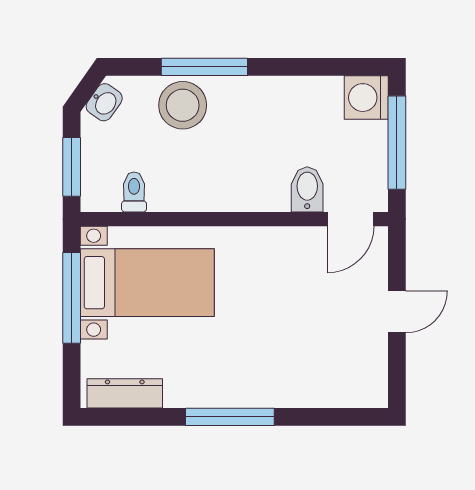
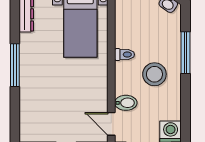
stool: (183, 105) -> (154, 74), moved
toilet: (134, 192) -> (125, 55), moved

